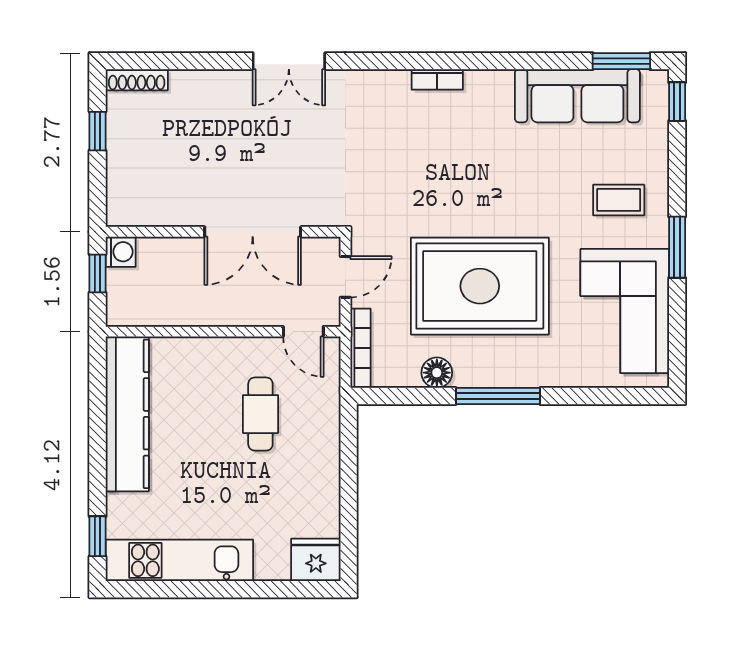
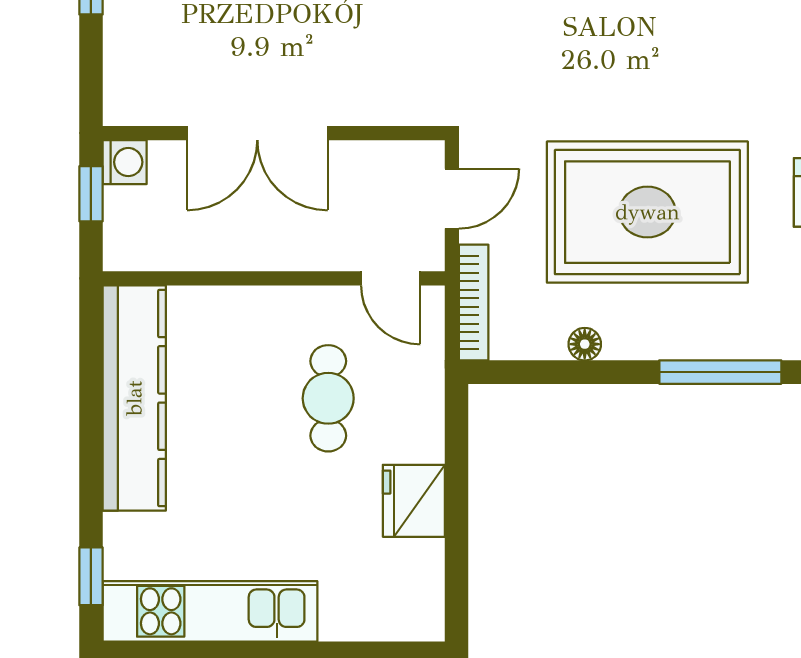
double door: (253, 232) -> (257, 133), moved
floor lamp: (437, 373) -> (585, 344), width x0.73, depth x0.73
window: (498, 396) -> (720, 372), moved
fridge: (316, 560) -> (414, 501), moved, turned -90

